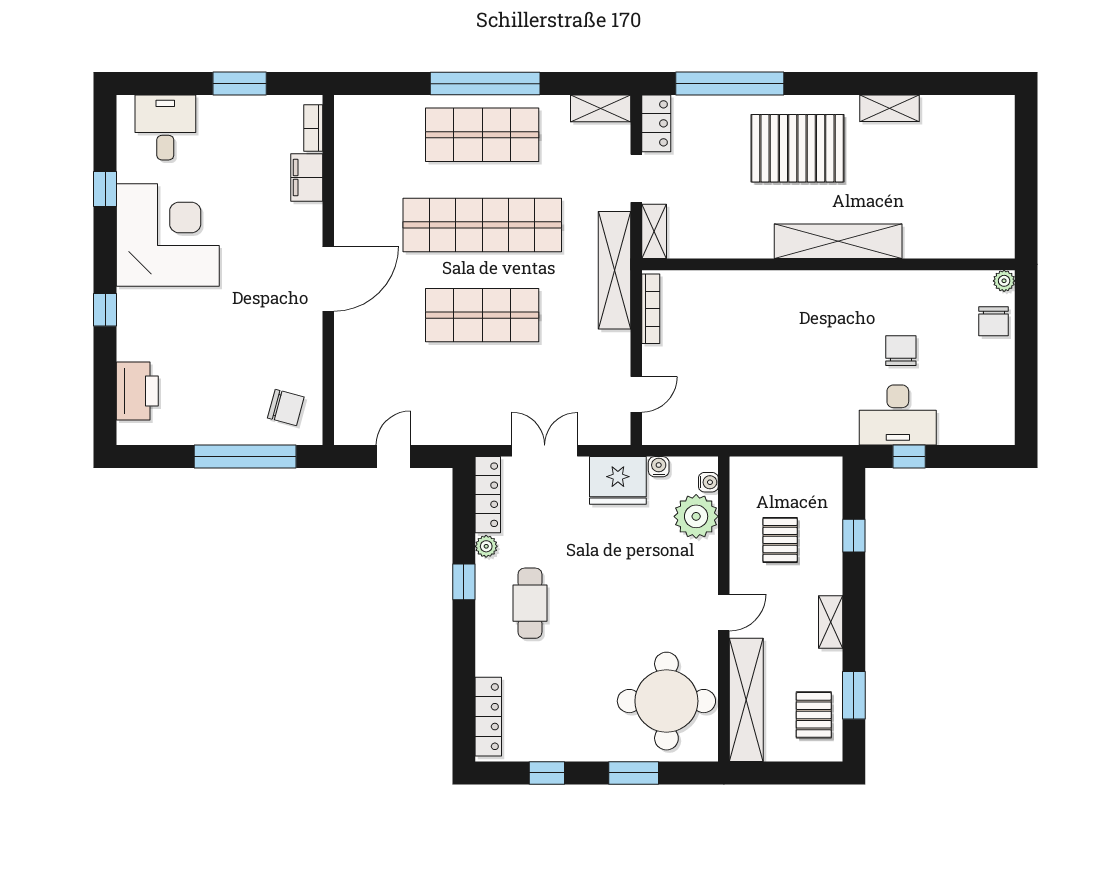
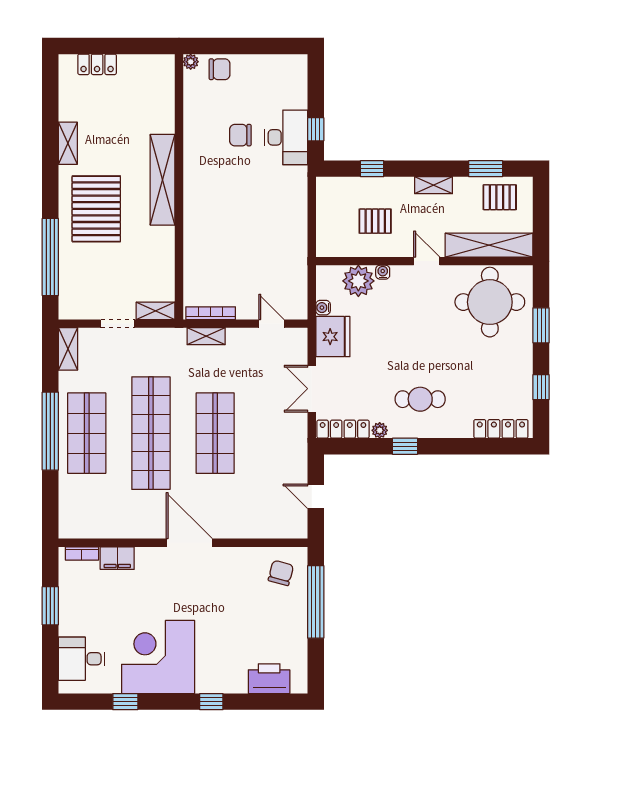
locker: (656, 123) -> (97, 64), moved, turned 180
shelving: (615, 270) -> (206, 336), width x0.45, depth x0.75
water cooler: (708, 482) -> (383, 272), moved

